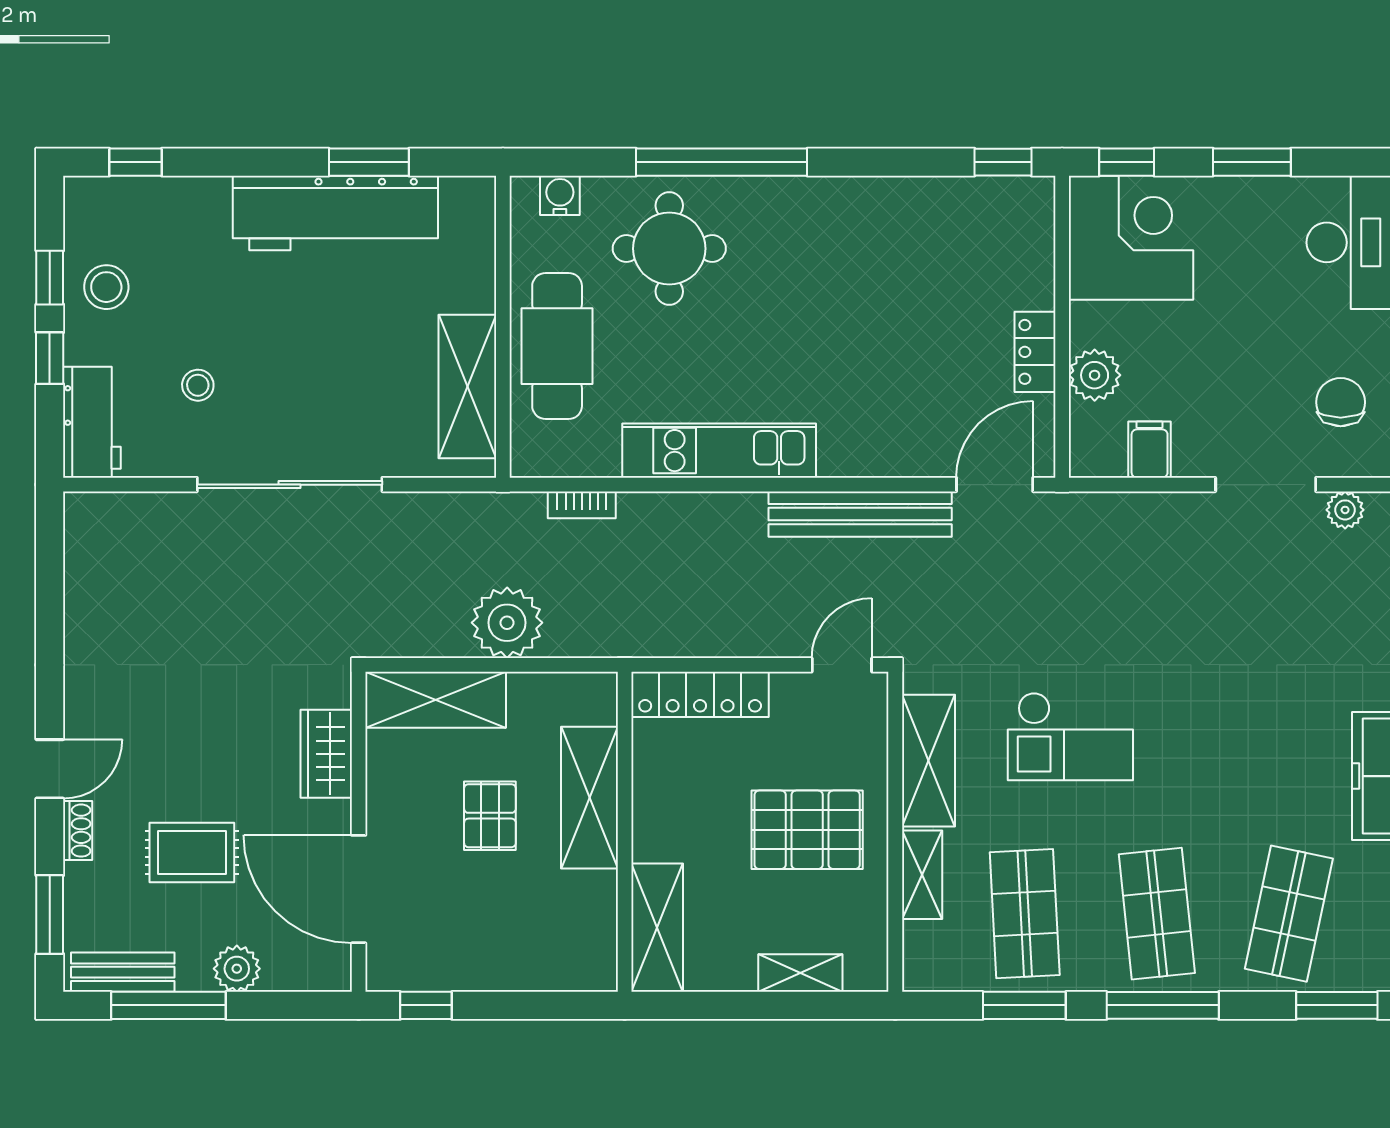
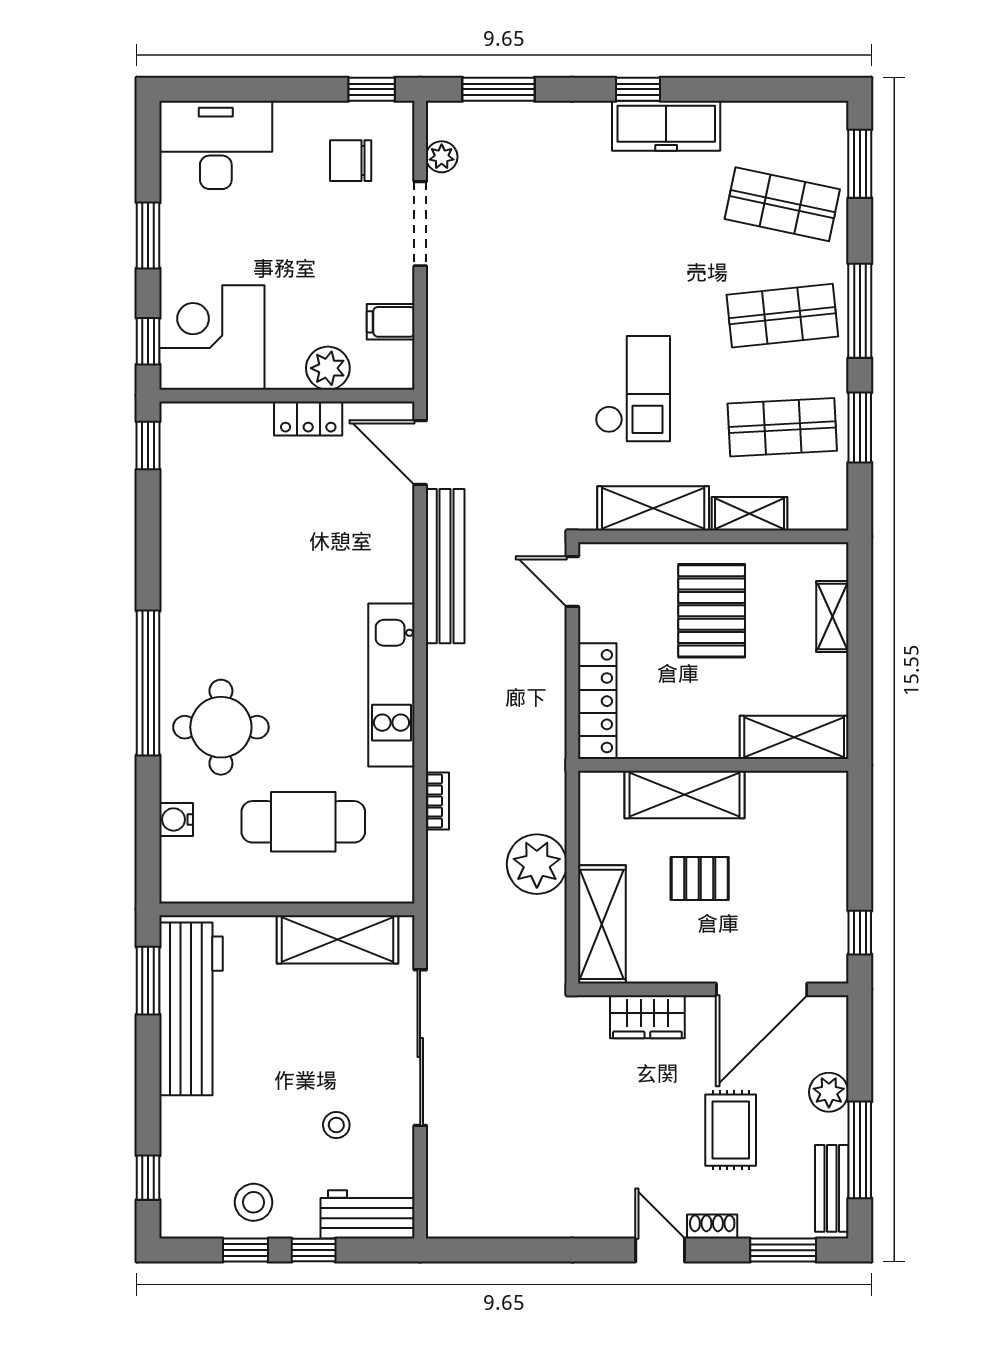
wall: (503, 327) -> (287, 909), moved
shelving: (467, 387) -> (337, 939), moved

